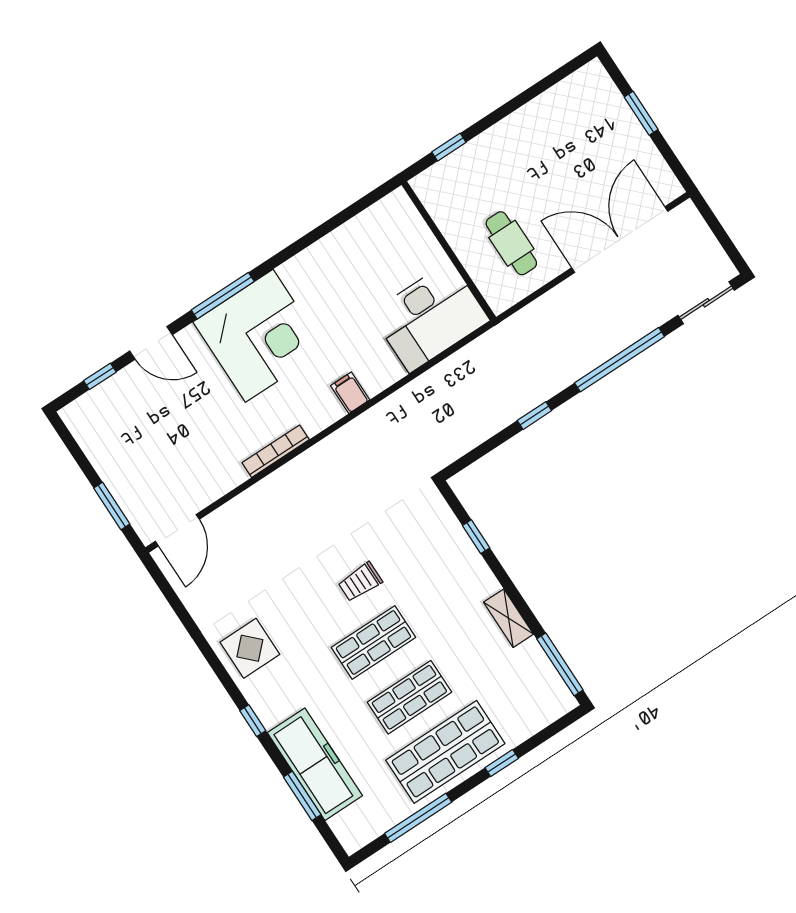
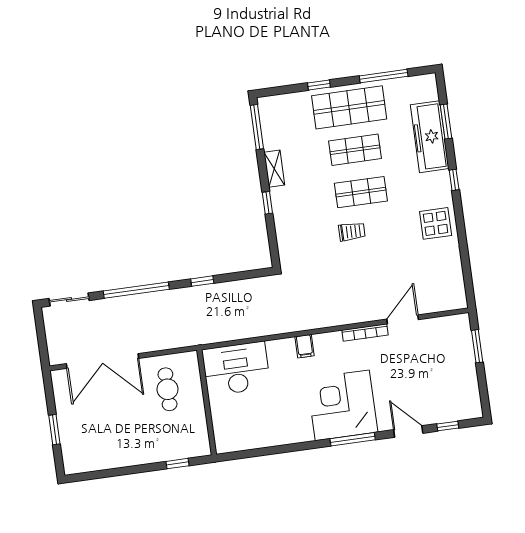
door: (177, 530) -> (403, 319), moved
window: (476, 537) -> (267, 203), moved

